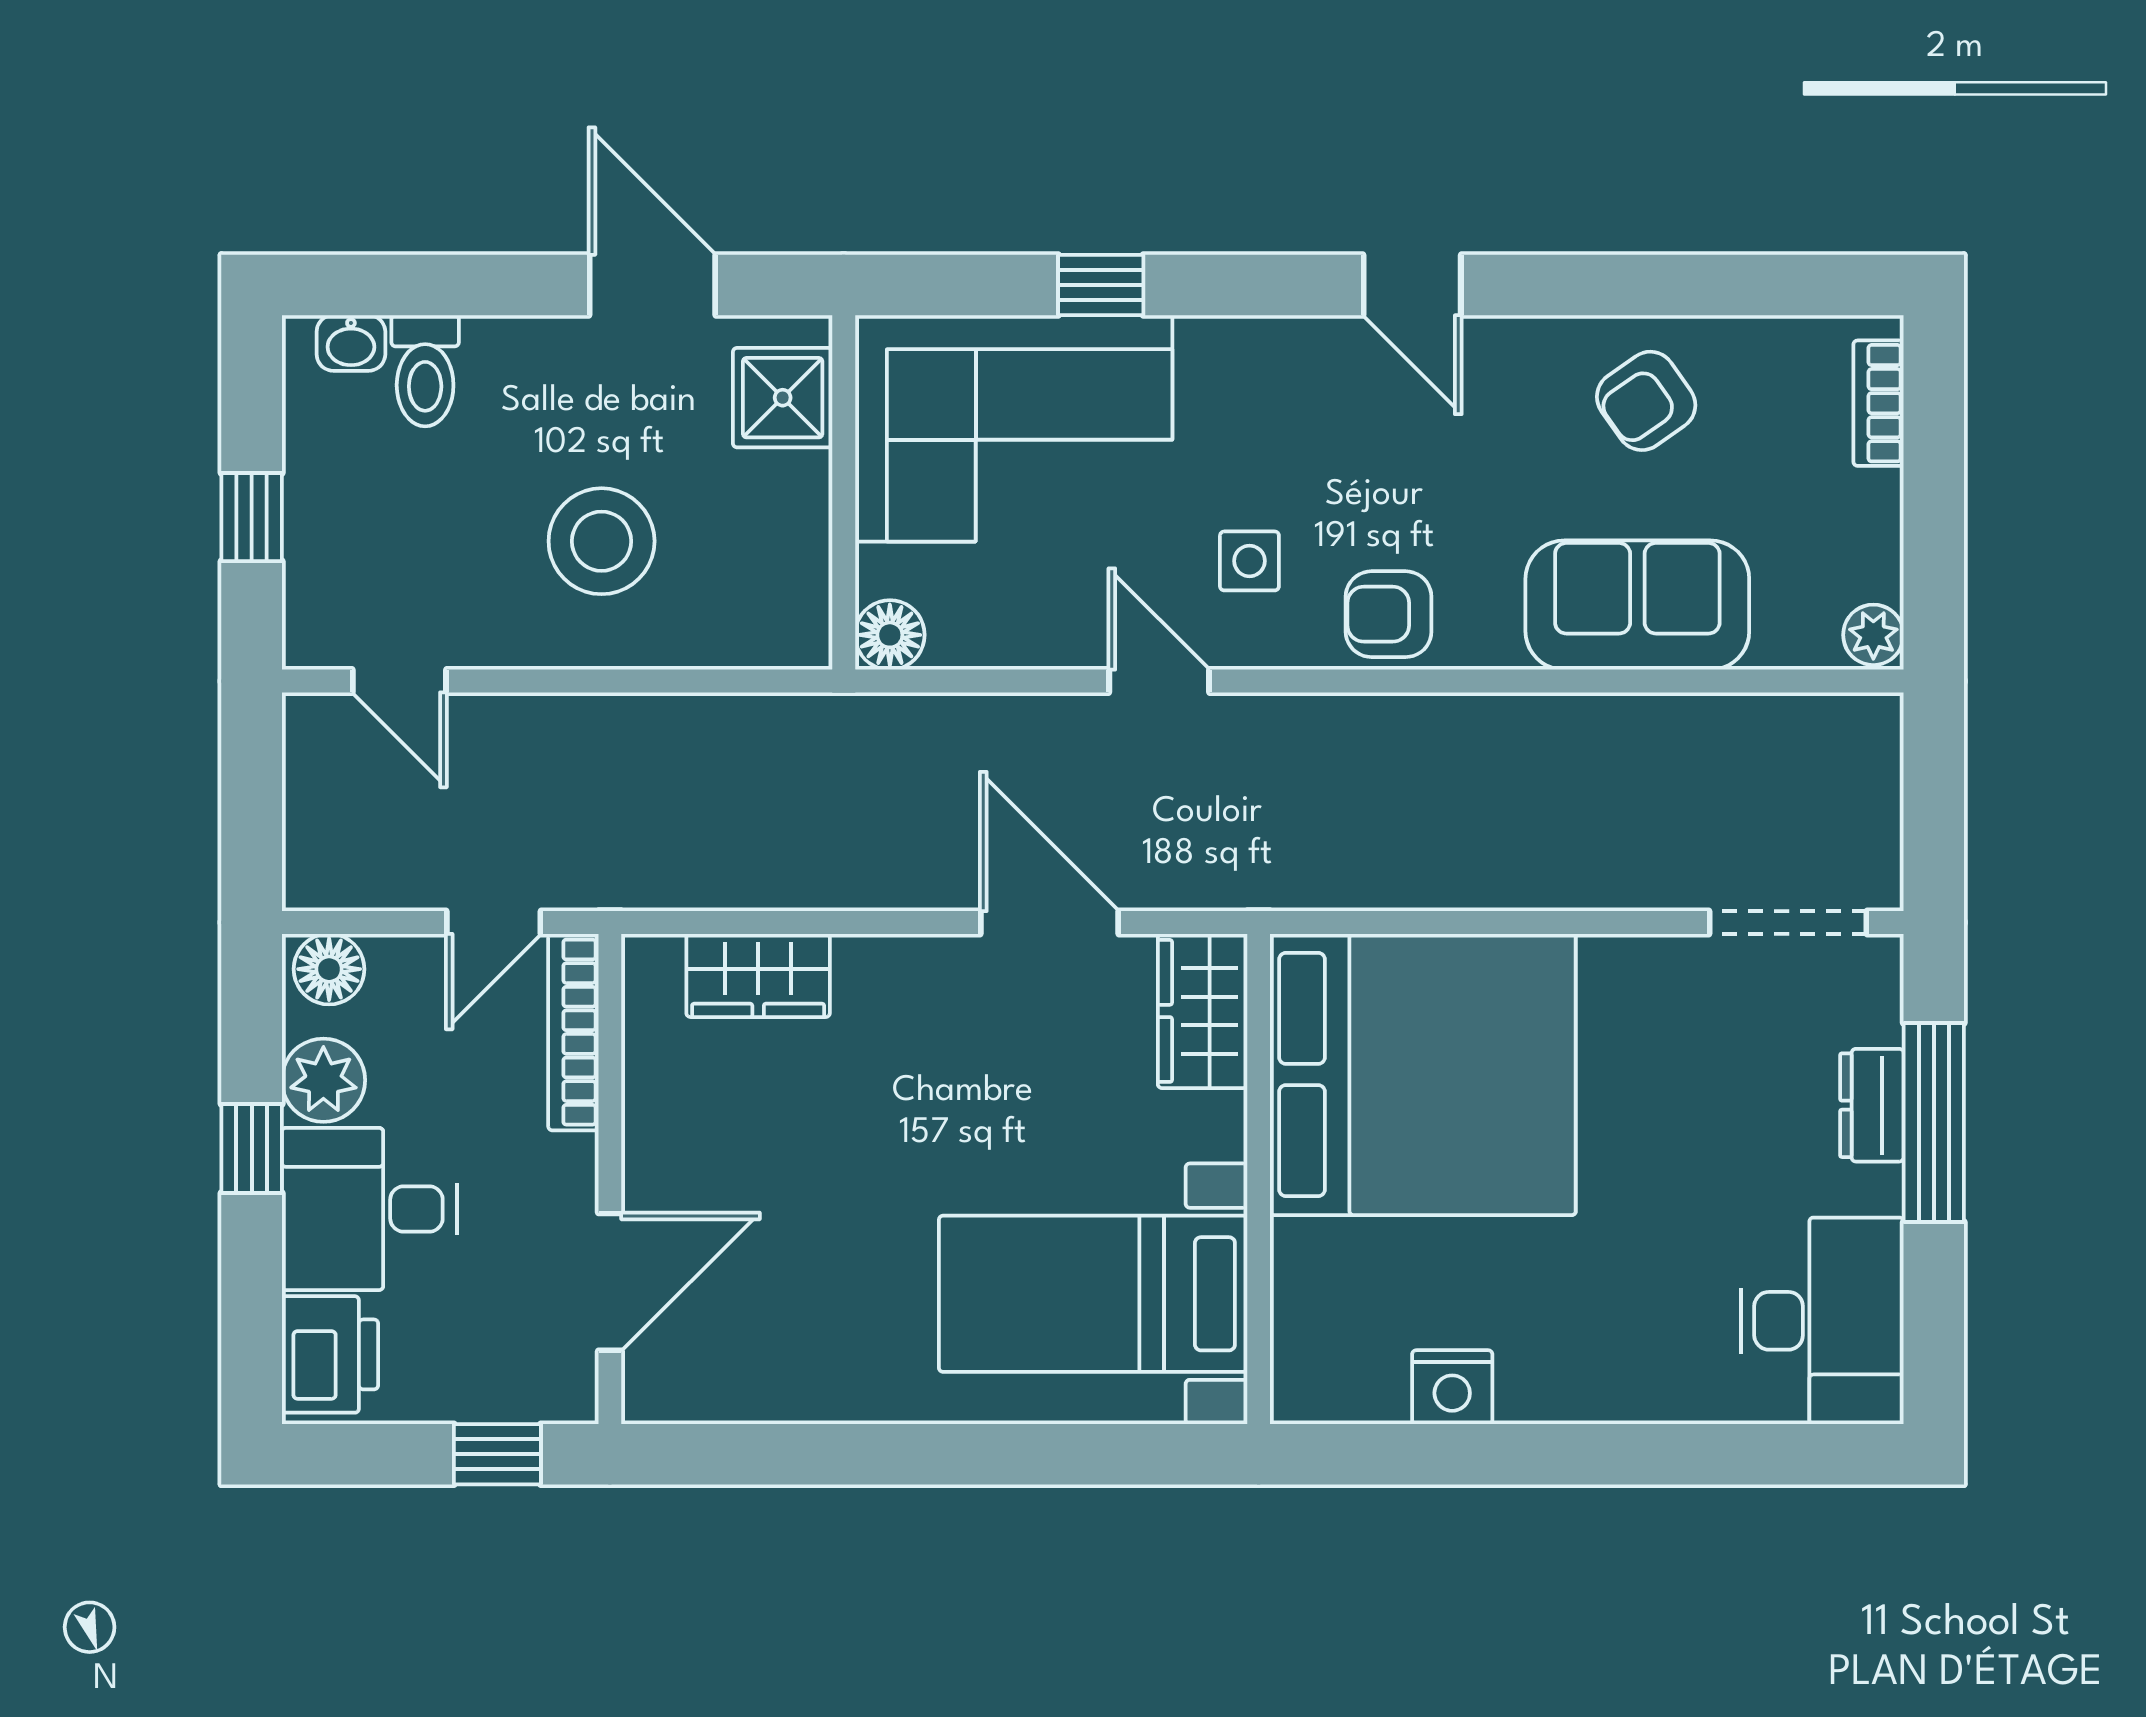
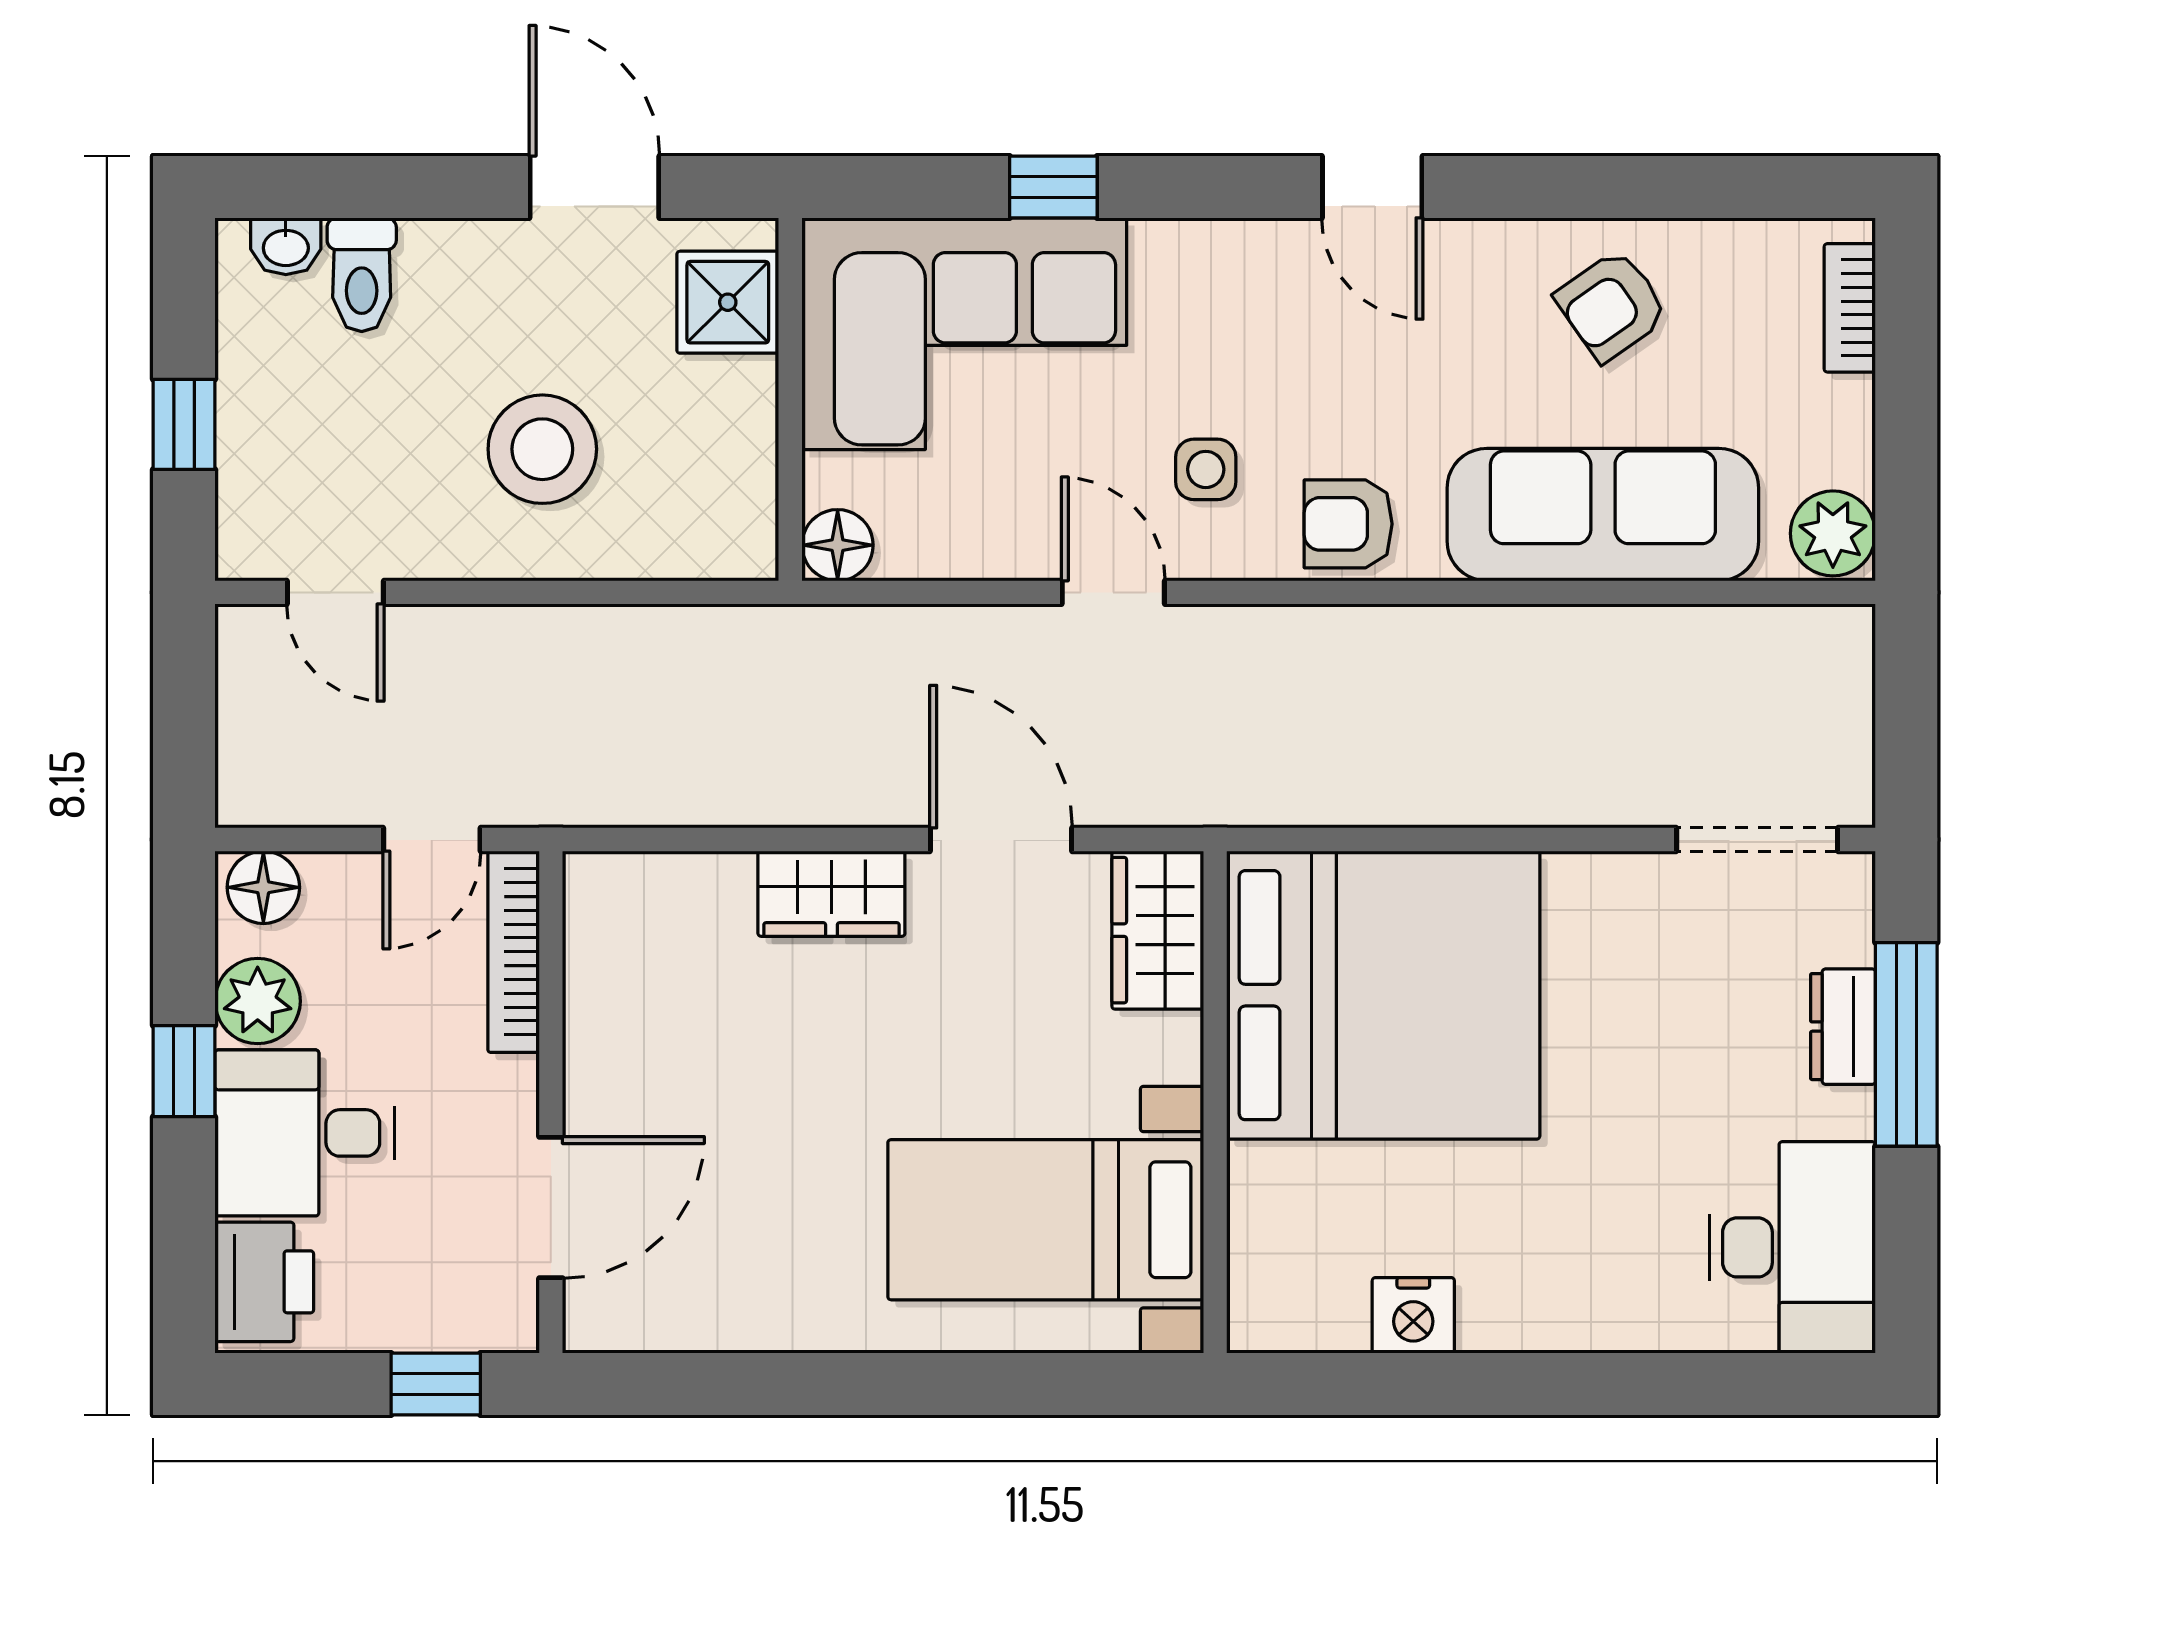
sofa: (1637, 605) -> (1603, 515), width x1.36
plant: (1873, 635) -> (1833, 533), width x1.38, depth x1.38
wardrobe: (758, 975) -> (831, 894), moved

